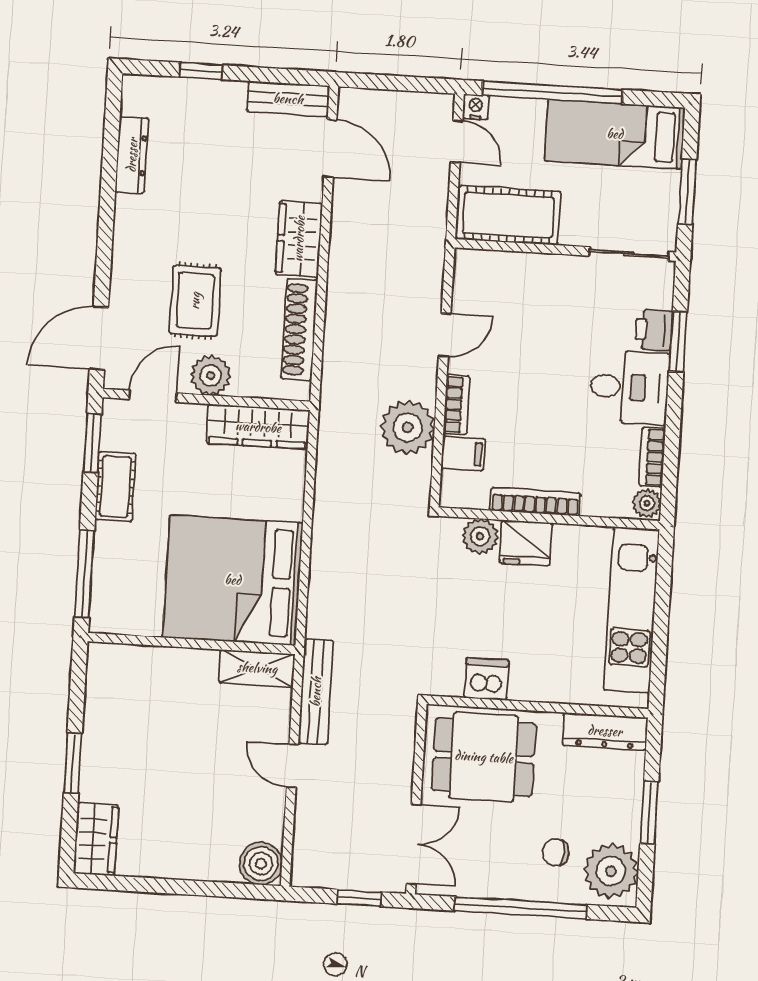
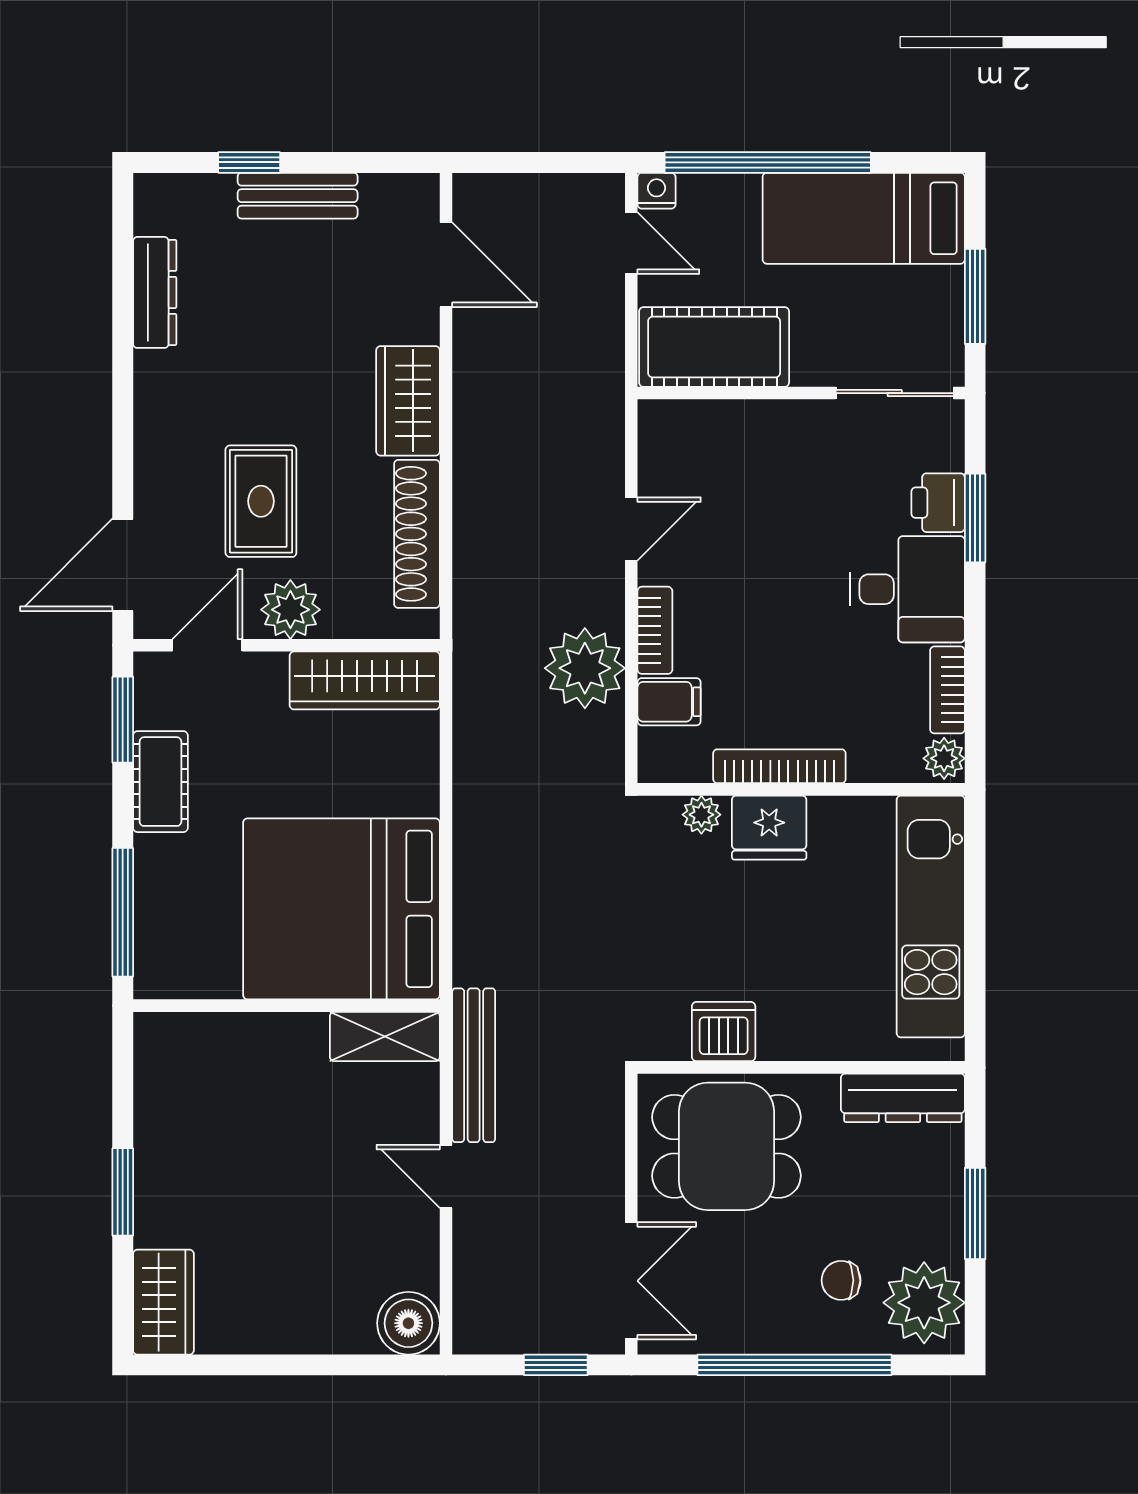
bench: (288, 99) -> (298, 196), moved
plant: (480, 536) -> (701, 815), width x0.73, depth x0.73

